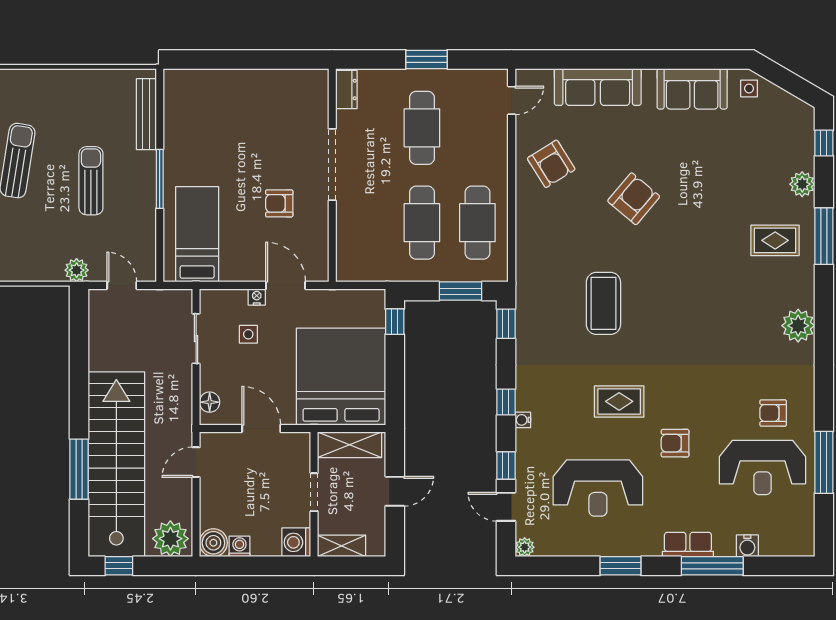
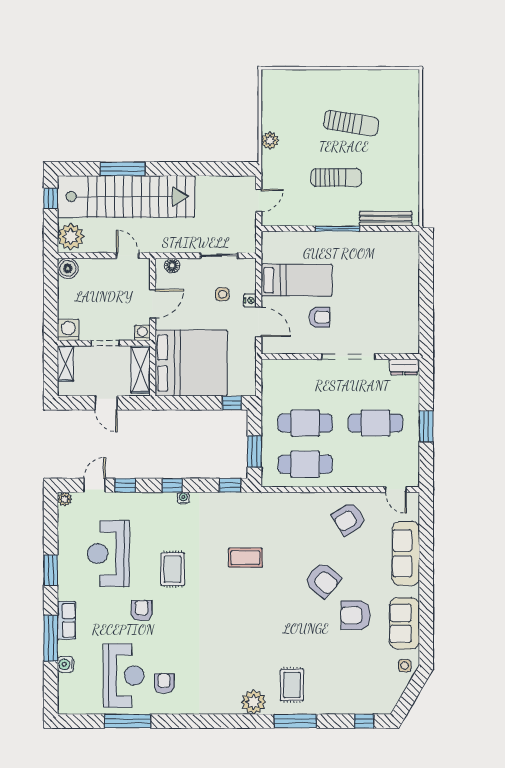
armchair: (681, 155) -> (355, 615), added
plant: (802, 184) -> (334, 705), removed
armchair: (279, 203) -> (319, 317), turned 90
bed: (197, 234) -> (297, 280), moved
plant: (77, 270) -> (270, 141), moved
door: (286, 285) -> (259, 322), hinge flipped
coffee table: (603, 303) -> (245, 558), width x0.73, depth x0.76
plant: (798, 326) -> (254, 702), moved
water cooler: (523, 420) -> (183, 498), moved
reception desk: (762, 467) -> (124, 676), turned 180
washing machine: (239, 546) -> (142, 333), moved, turned -90

